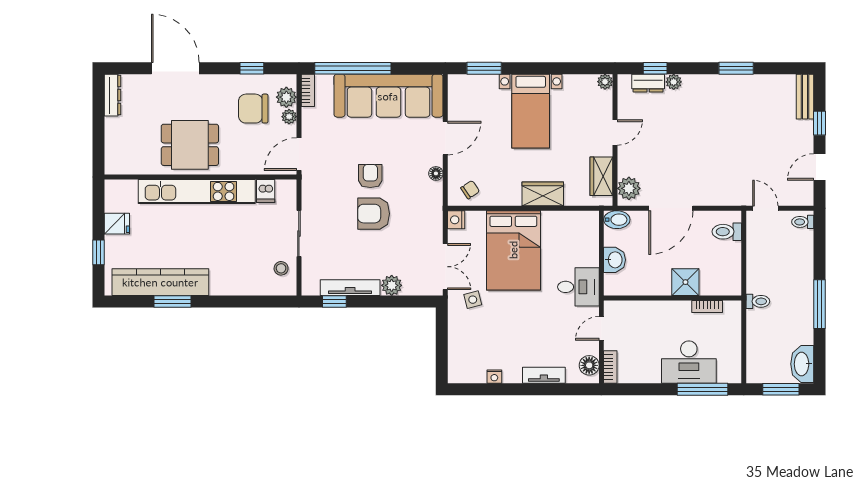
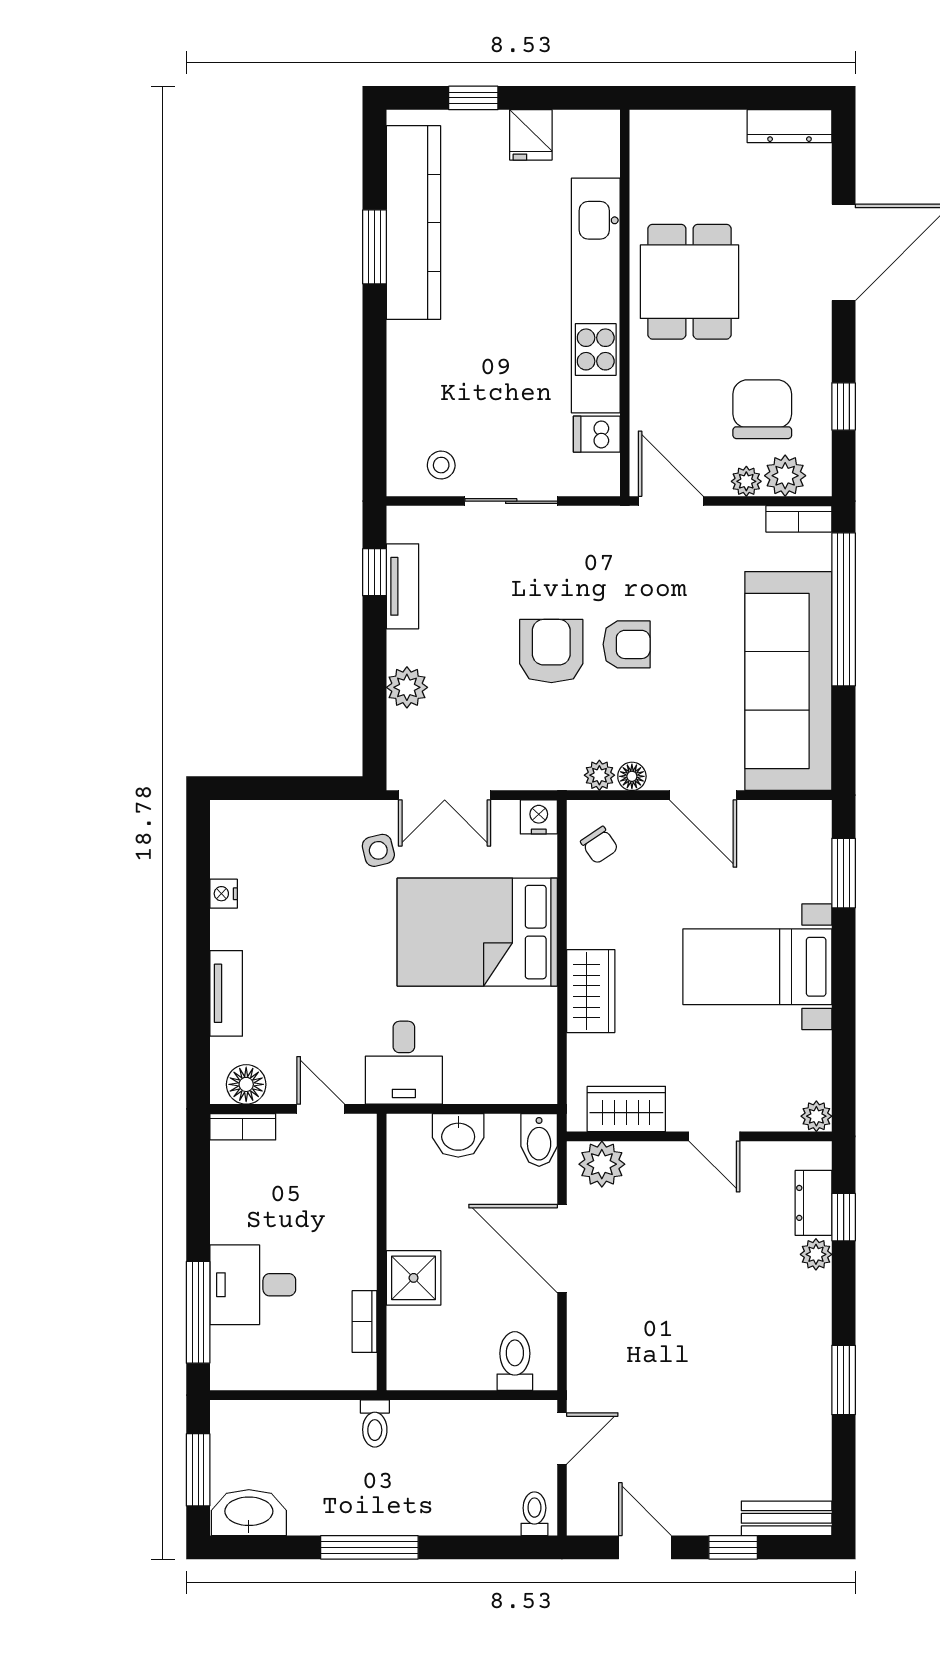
plant: (435, 190) -> (599, 775), added
tv unit: (350, 288) -> (402, 586), width x0.71
desk: (689, 362) -> (253, 1285), width x0.73

